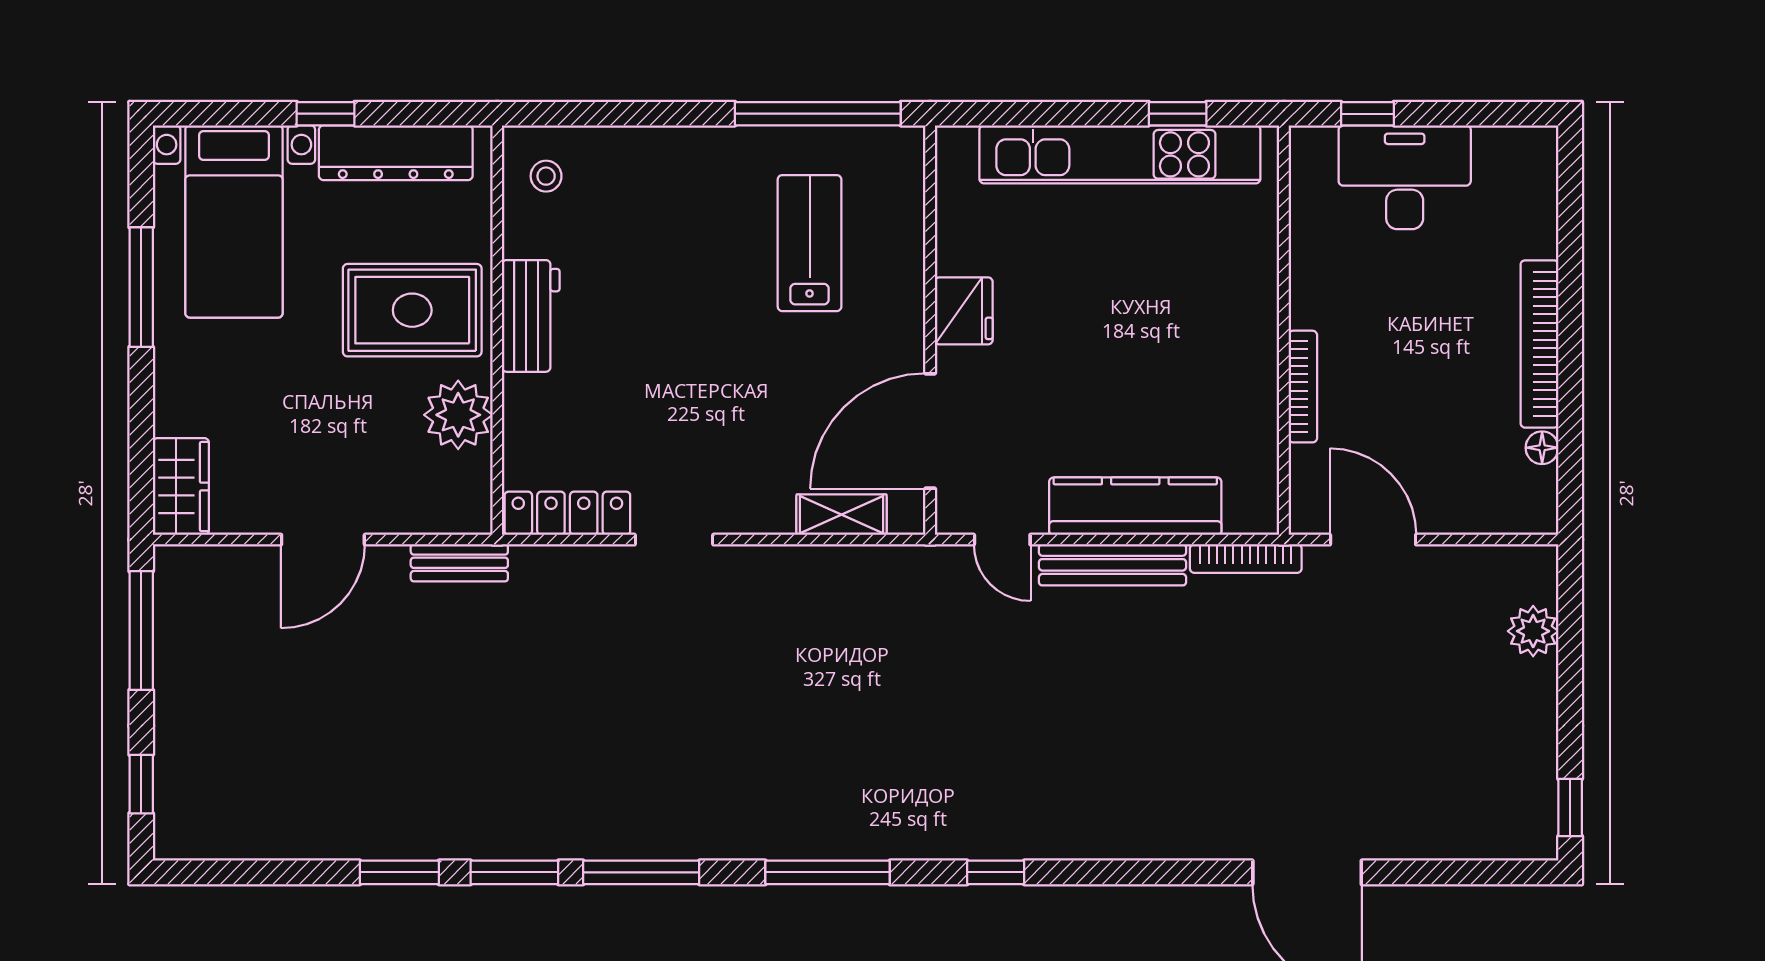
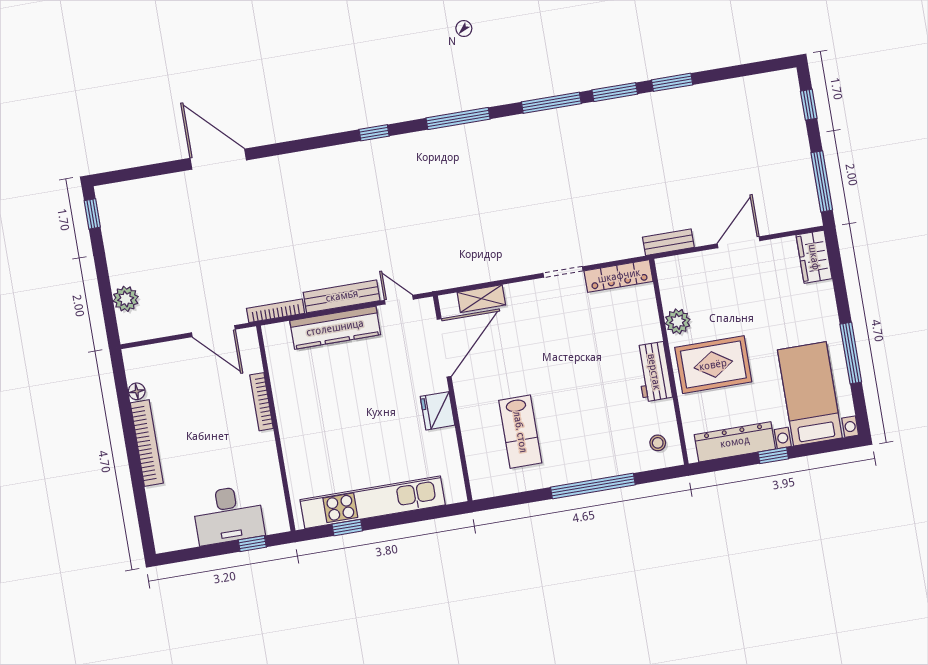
window: (818, 114) -> (593, 486), moved
plant: (458, 415) -> (678, 321), width x0.73, depth x0.73

